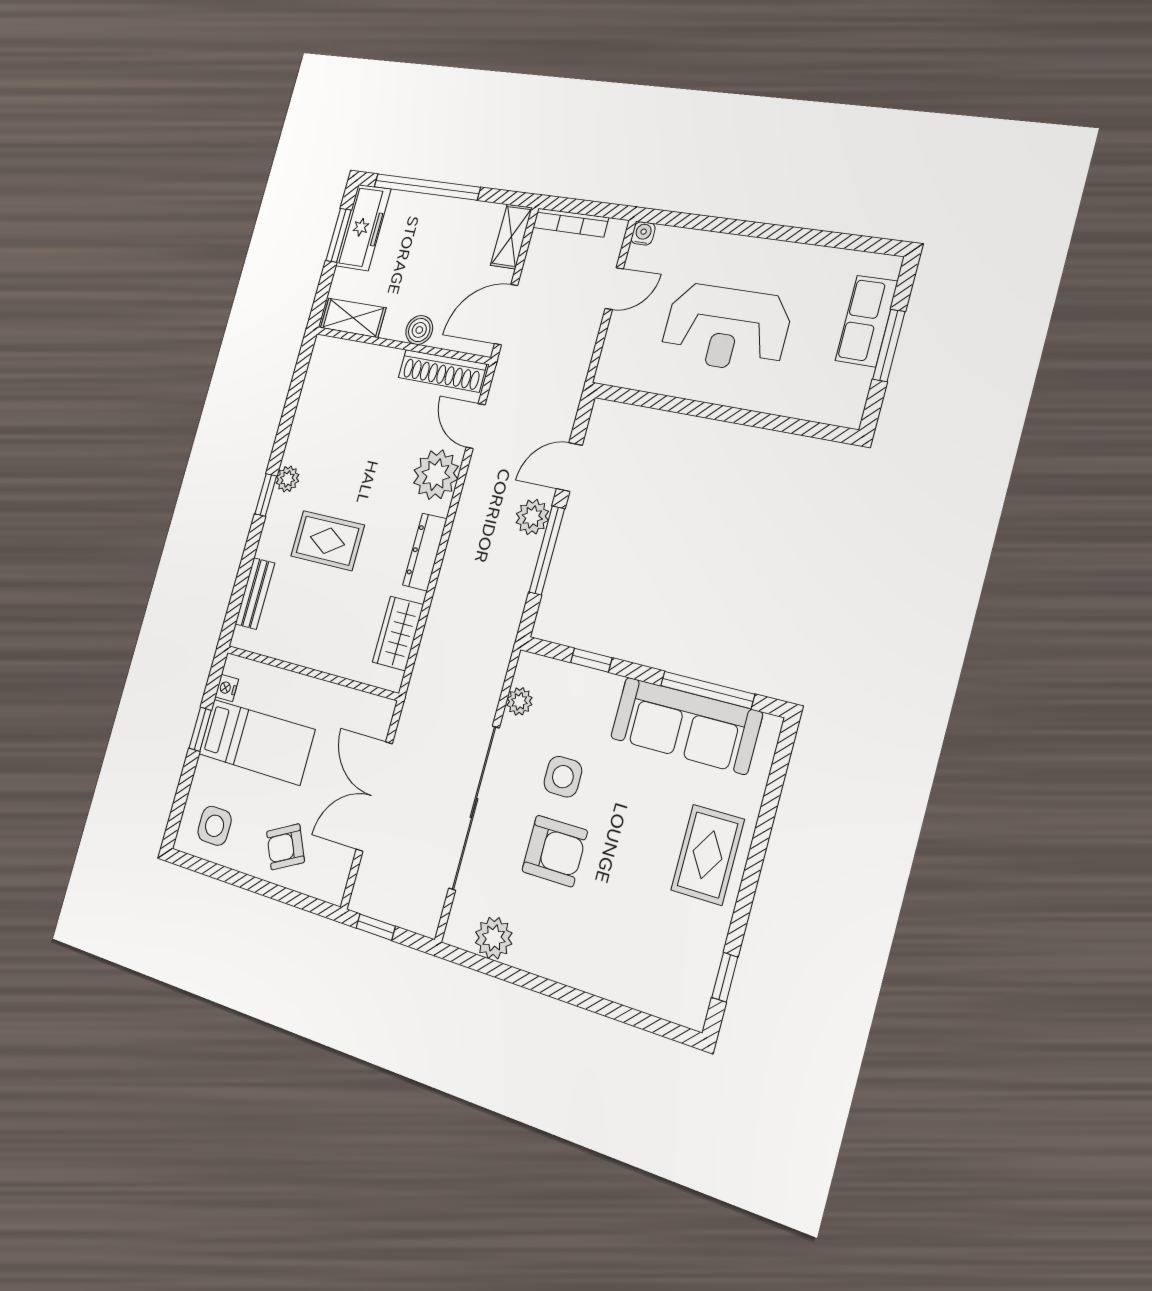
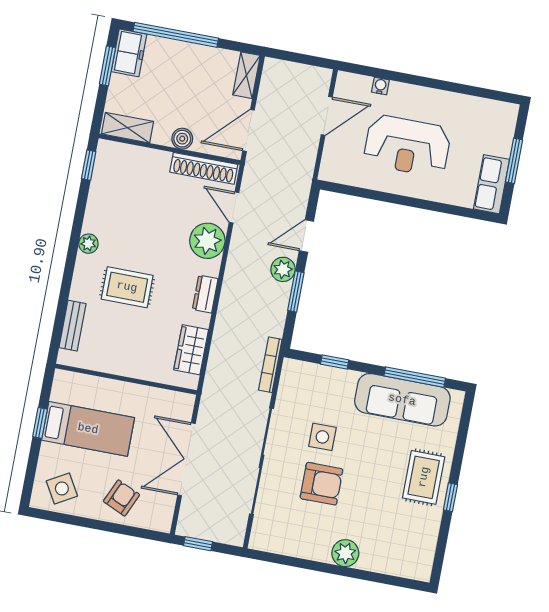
bookcase: (571, 223) -> (270, 365), moved, turned 90
freezer: (363, 228) -> (129, 53), width x0.71
water cooler: (643, 233) -> (380, 86), moved
door: (614, 289) -> (327, 116), width x1.38
row of seats: (866, 321) -> (491, 184), moved
window: (266, 495) -> (89, 165), moved
window: (547, 550) -> (296, 292), width x0.69
dresser: (425, 552) -> (205, 294), width x0.70
nightstand: (227, 688) -> (58, 393), removed
plant: (519, 701) -> (287, 391), removed
side table: (215, 826) -> (62, 488), turned -30
armchair: (285, 847) -> (121, 498), turned 141
plant: (494, 938) -> (345, 553), moved
window: (725, 977) -> (450, 497), moved

